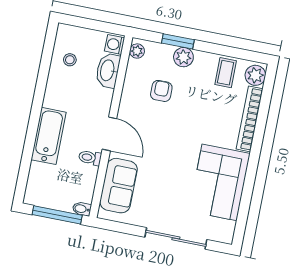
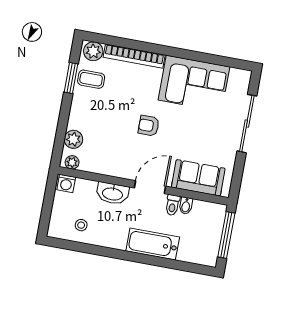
window: (178, 41) -> (71, 78), moved
plant: (183, 57) -> (73, 139), moved
washbasin: (108, 70) -> (113, 193), moved
armchair: (161, 91) -> (149, 126), moved
bidet: (82, 209) -> (186, 206), moved

